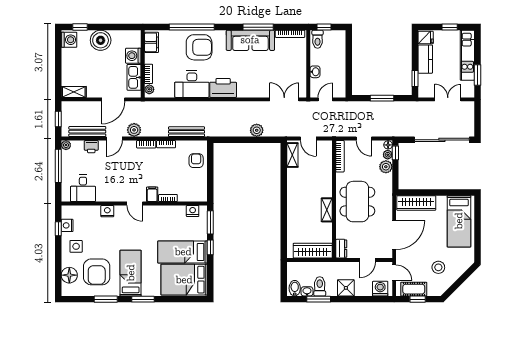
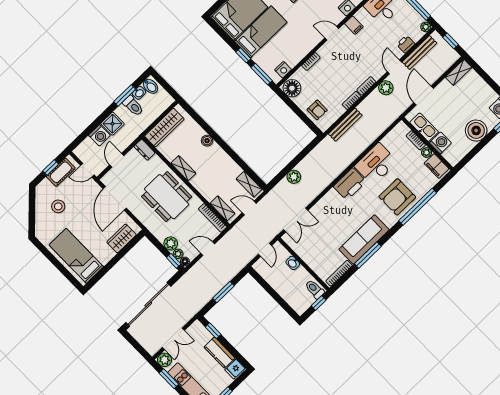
plant: (149, 89) -> (427, 153), moved
plant: (468, 91) -> (164, 360), added
shelving: (327, 156) -> (222, 208), added
floor lamp: (199, 192) -> (292, 88), added
filing cabinet: (152, 194) -> (354, 25), moved
wardrobe: (416, 203) -> (122, 238), width x0.67
boiler: (292, 213) -> (207, 141), added
washing machine: (380, 289) -> (99, 135), moved

